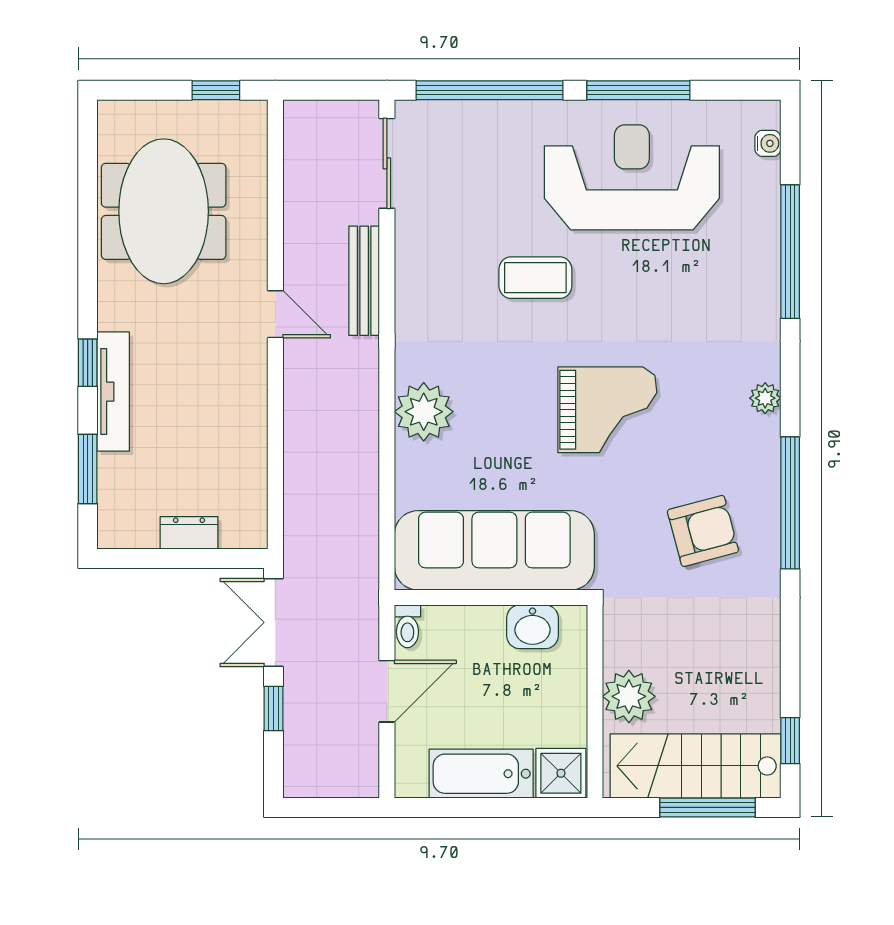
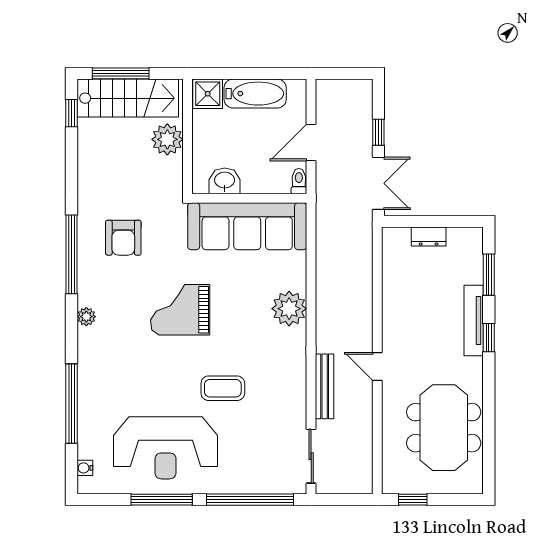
armchair: (703, 531) -> (123, 238), turned -75

